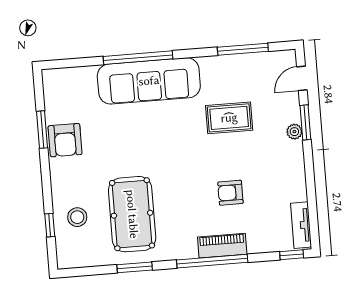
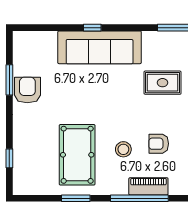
window: (138, 58) -> (92, 28), width x0.32
armchair: (65, 140) -> (27, 90), turned 180
stool: (77, 217) -> (123, 149), moved

